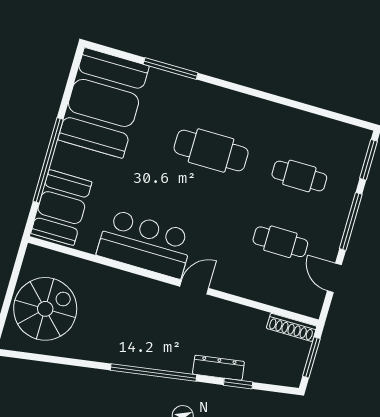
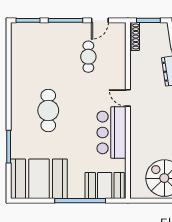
cafe table: (299, 176) -> (48, 57), removed

